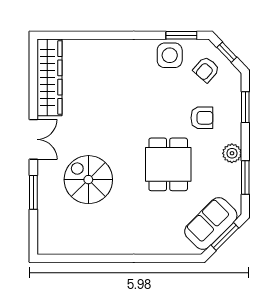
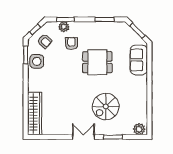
wardrobe: (49, 77) -> (35, 114), moved, turned 90
plant: (232, 153) -> (64, 27), moved
sofa: (211, 223) -> (139, 60), moved, turned 45
plant: (48, 240) -> (139, 129), added

